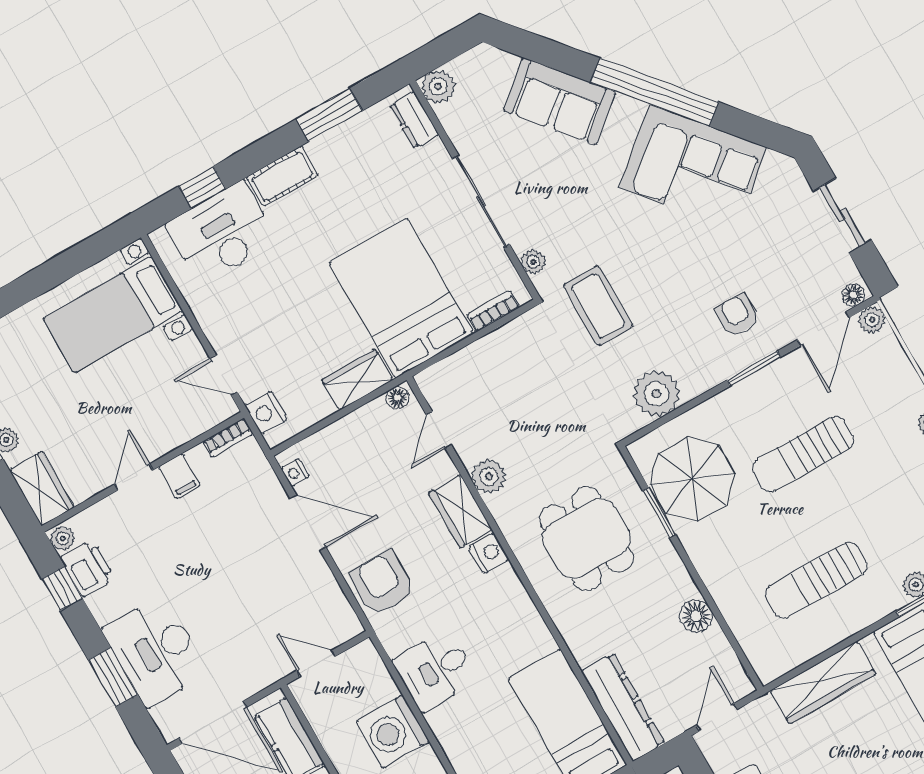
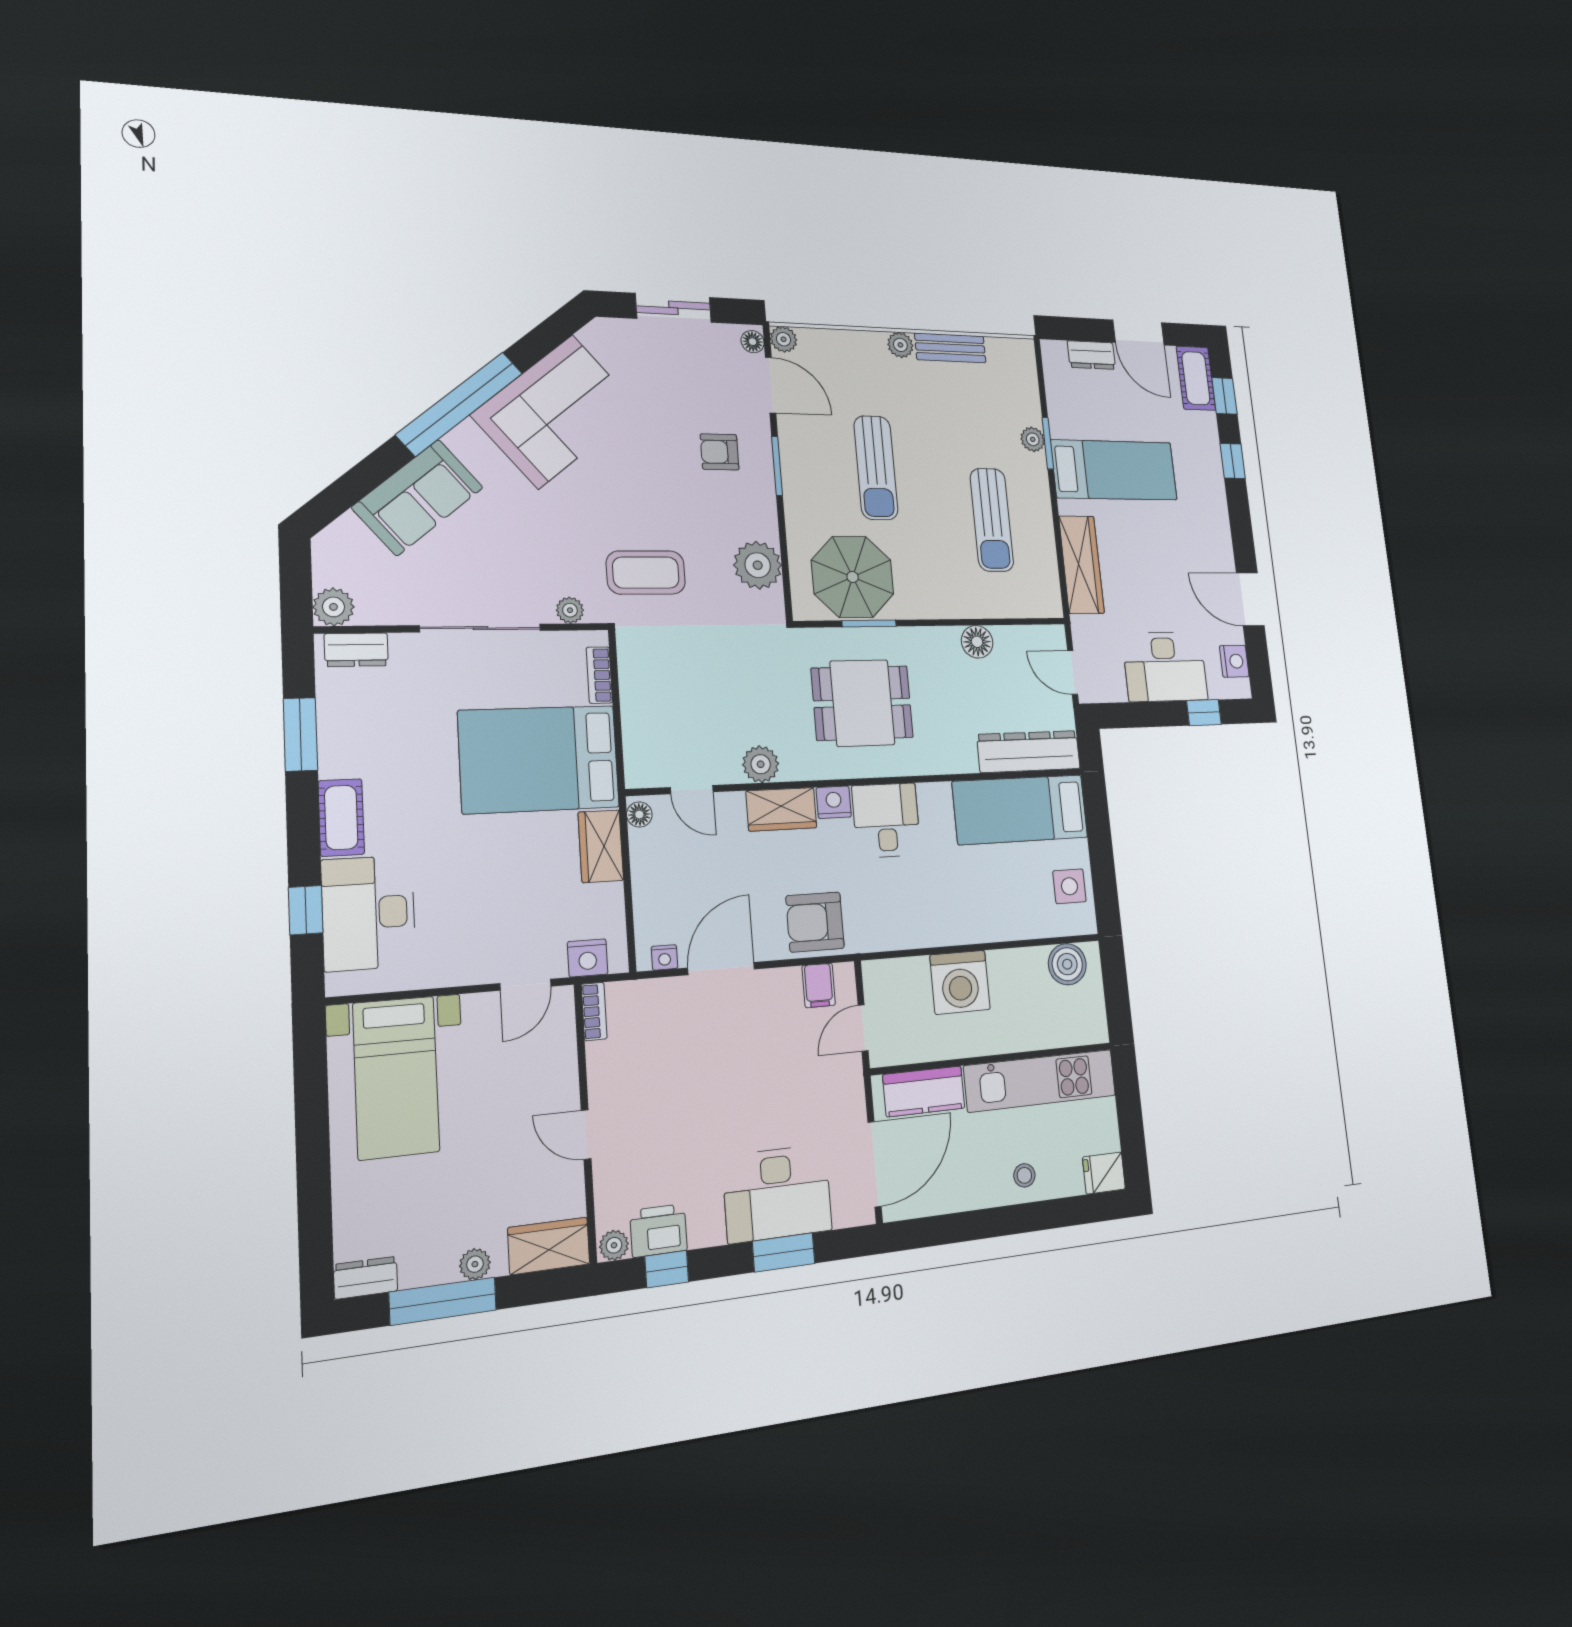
filing cabinet: (179, 476) -> (819, 985), moved, turned 90
desk: (435, 671) -> (886, 820), moved, turned 180

